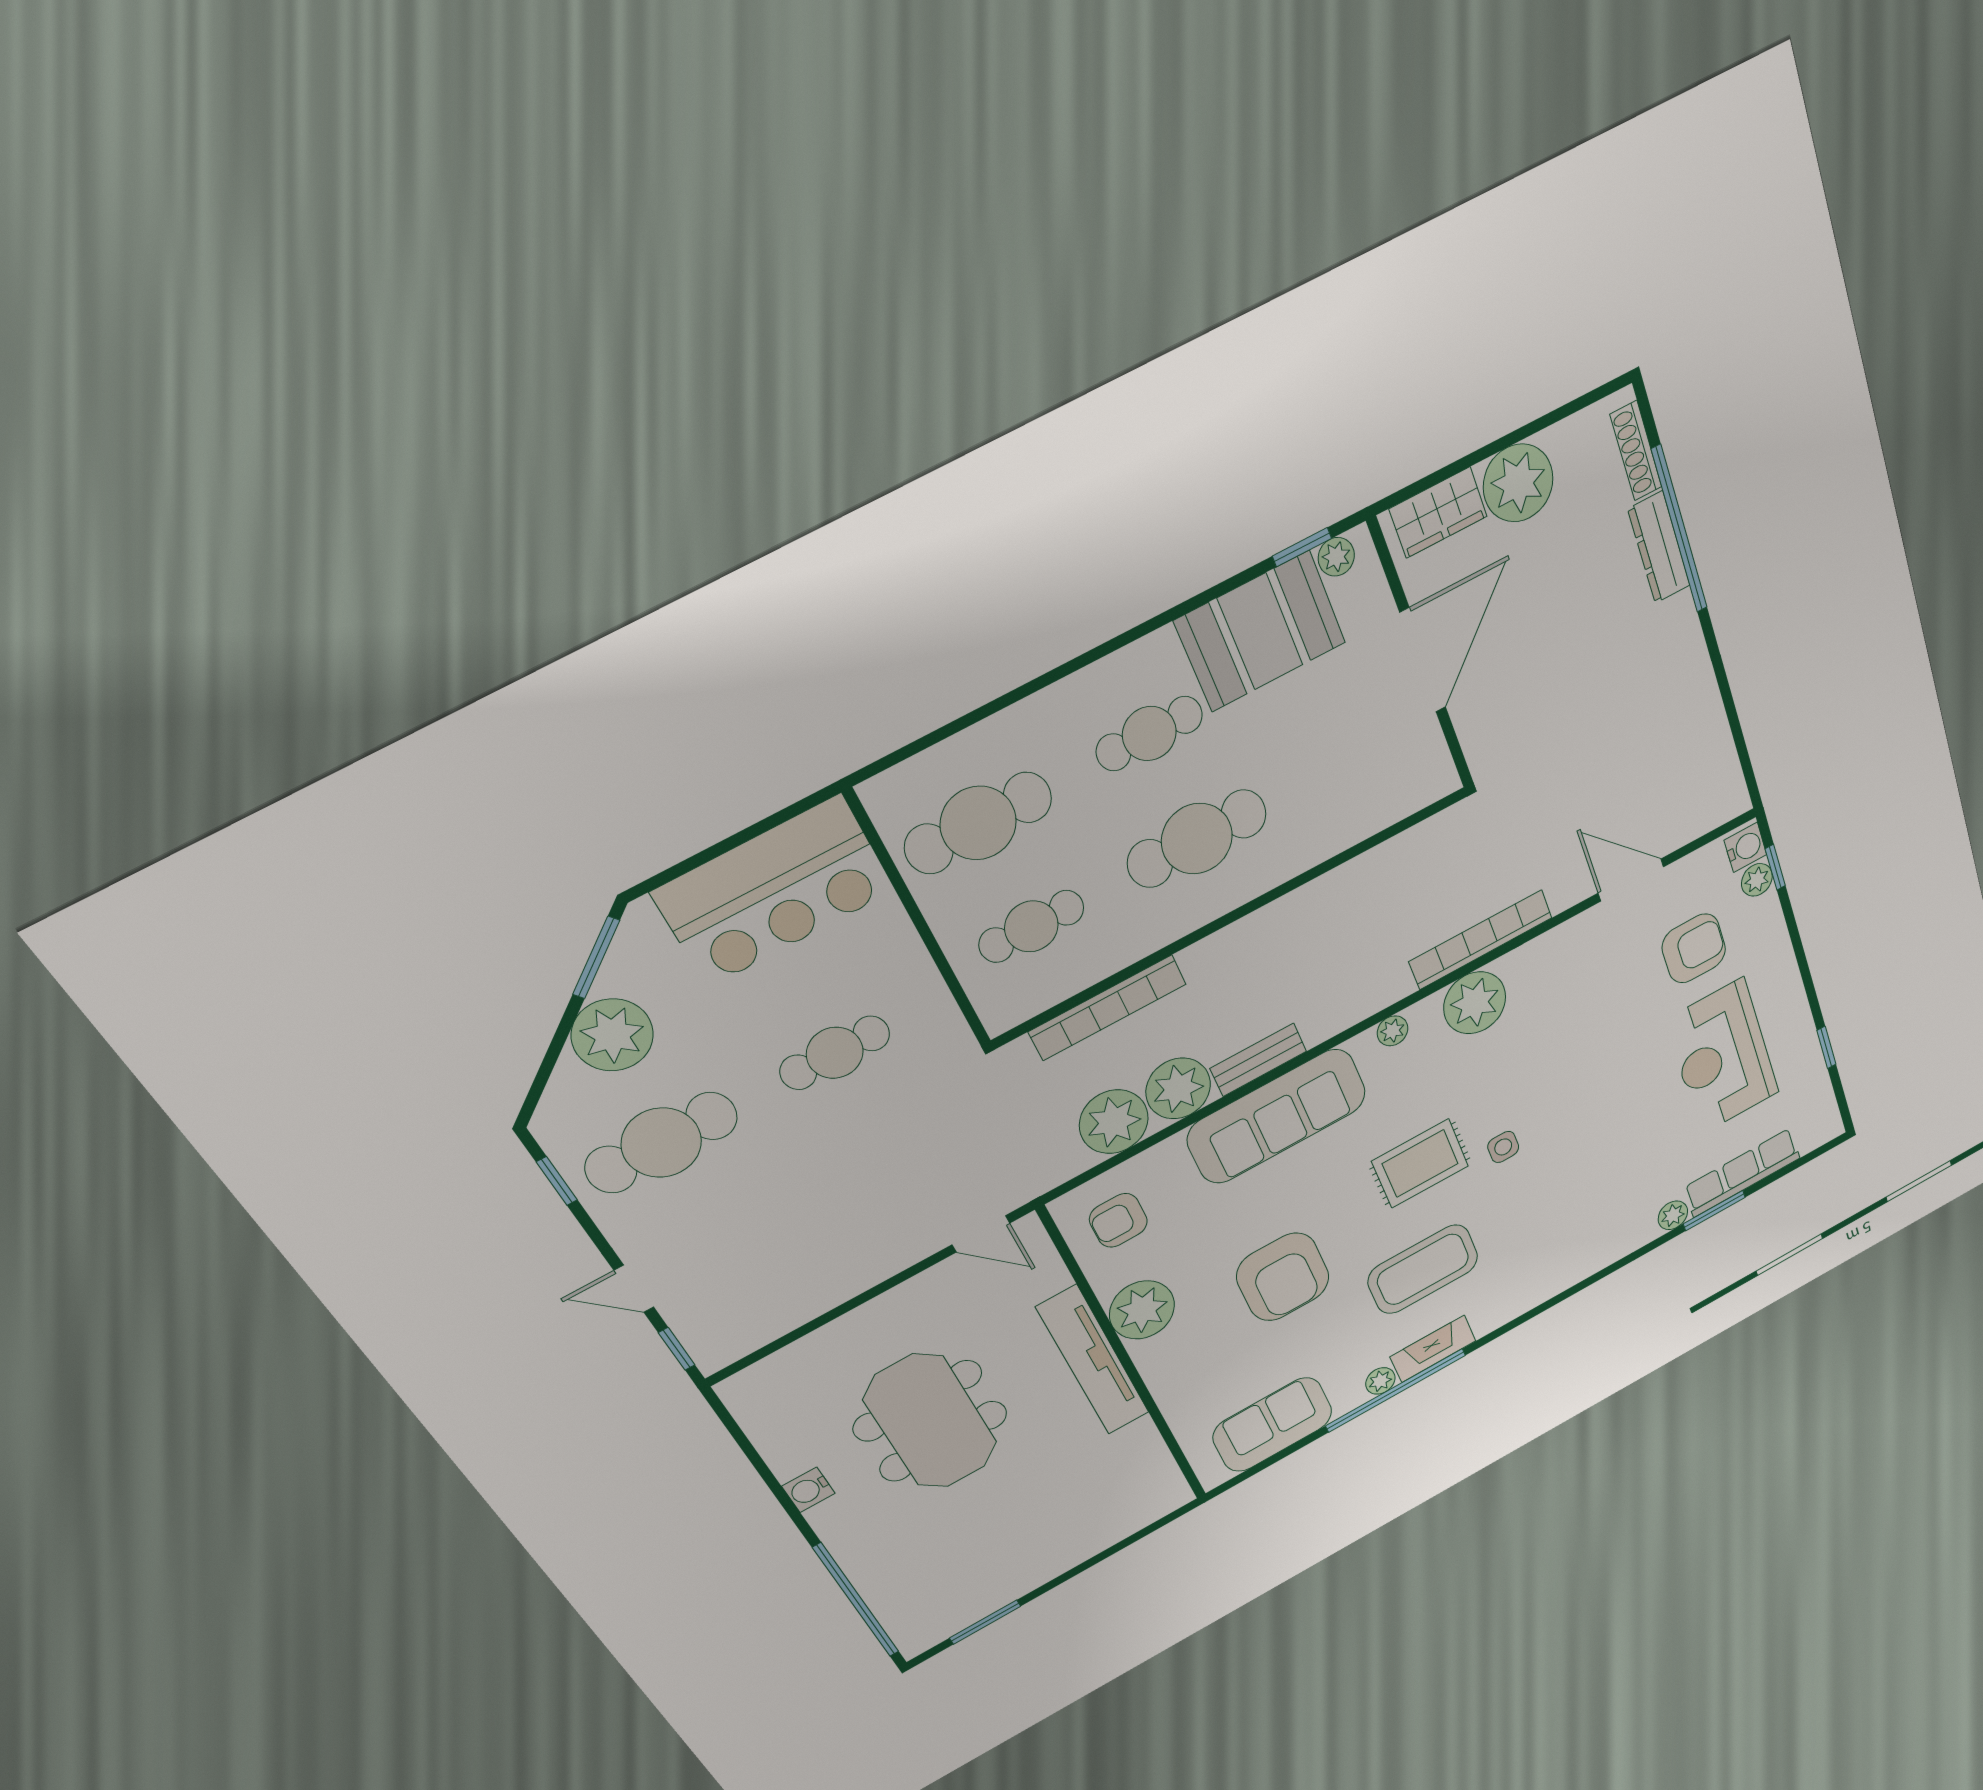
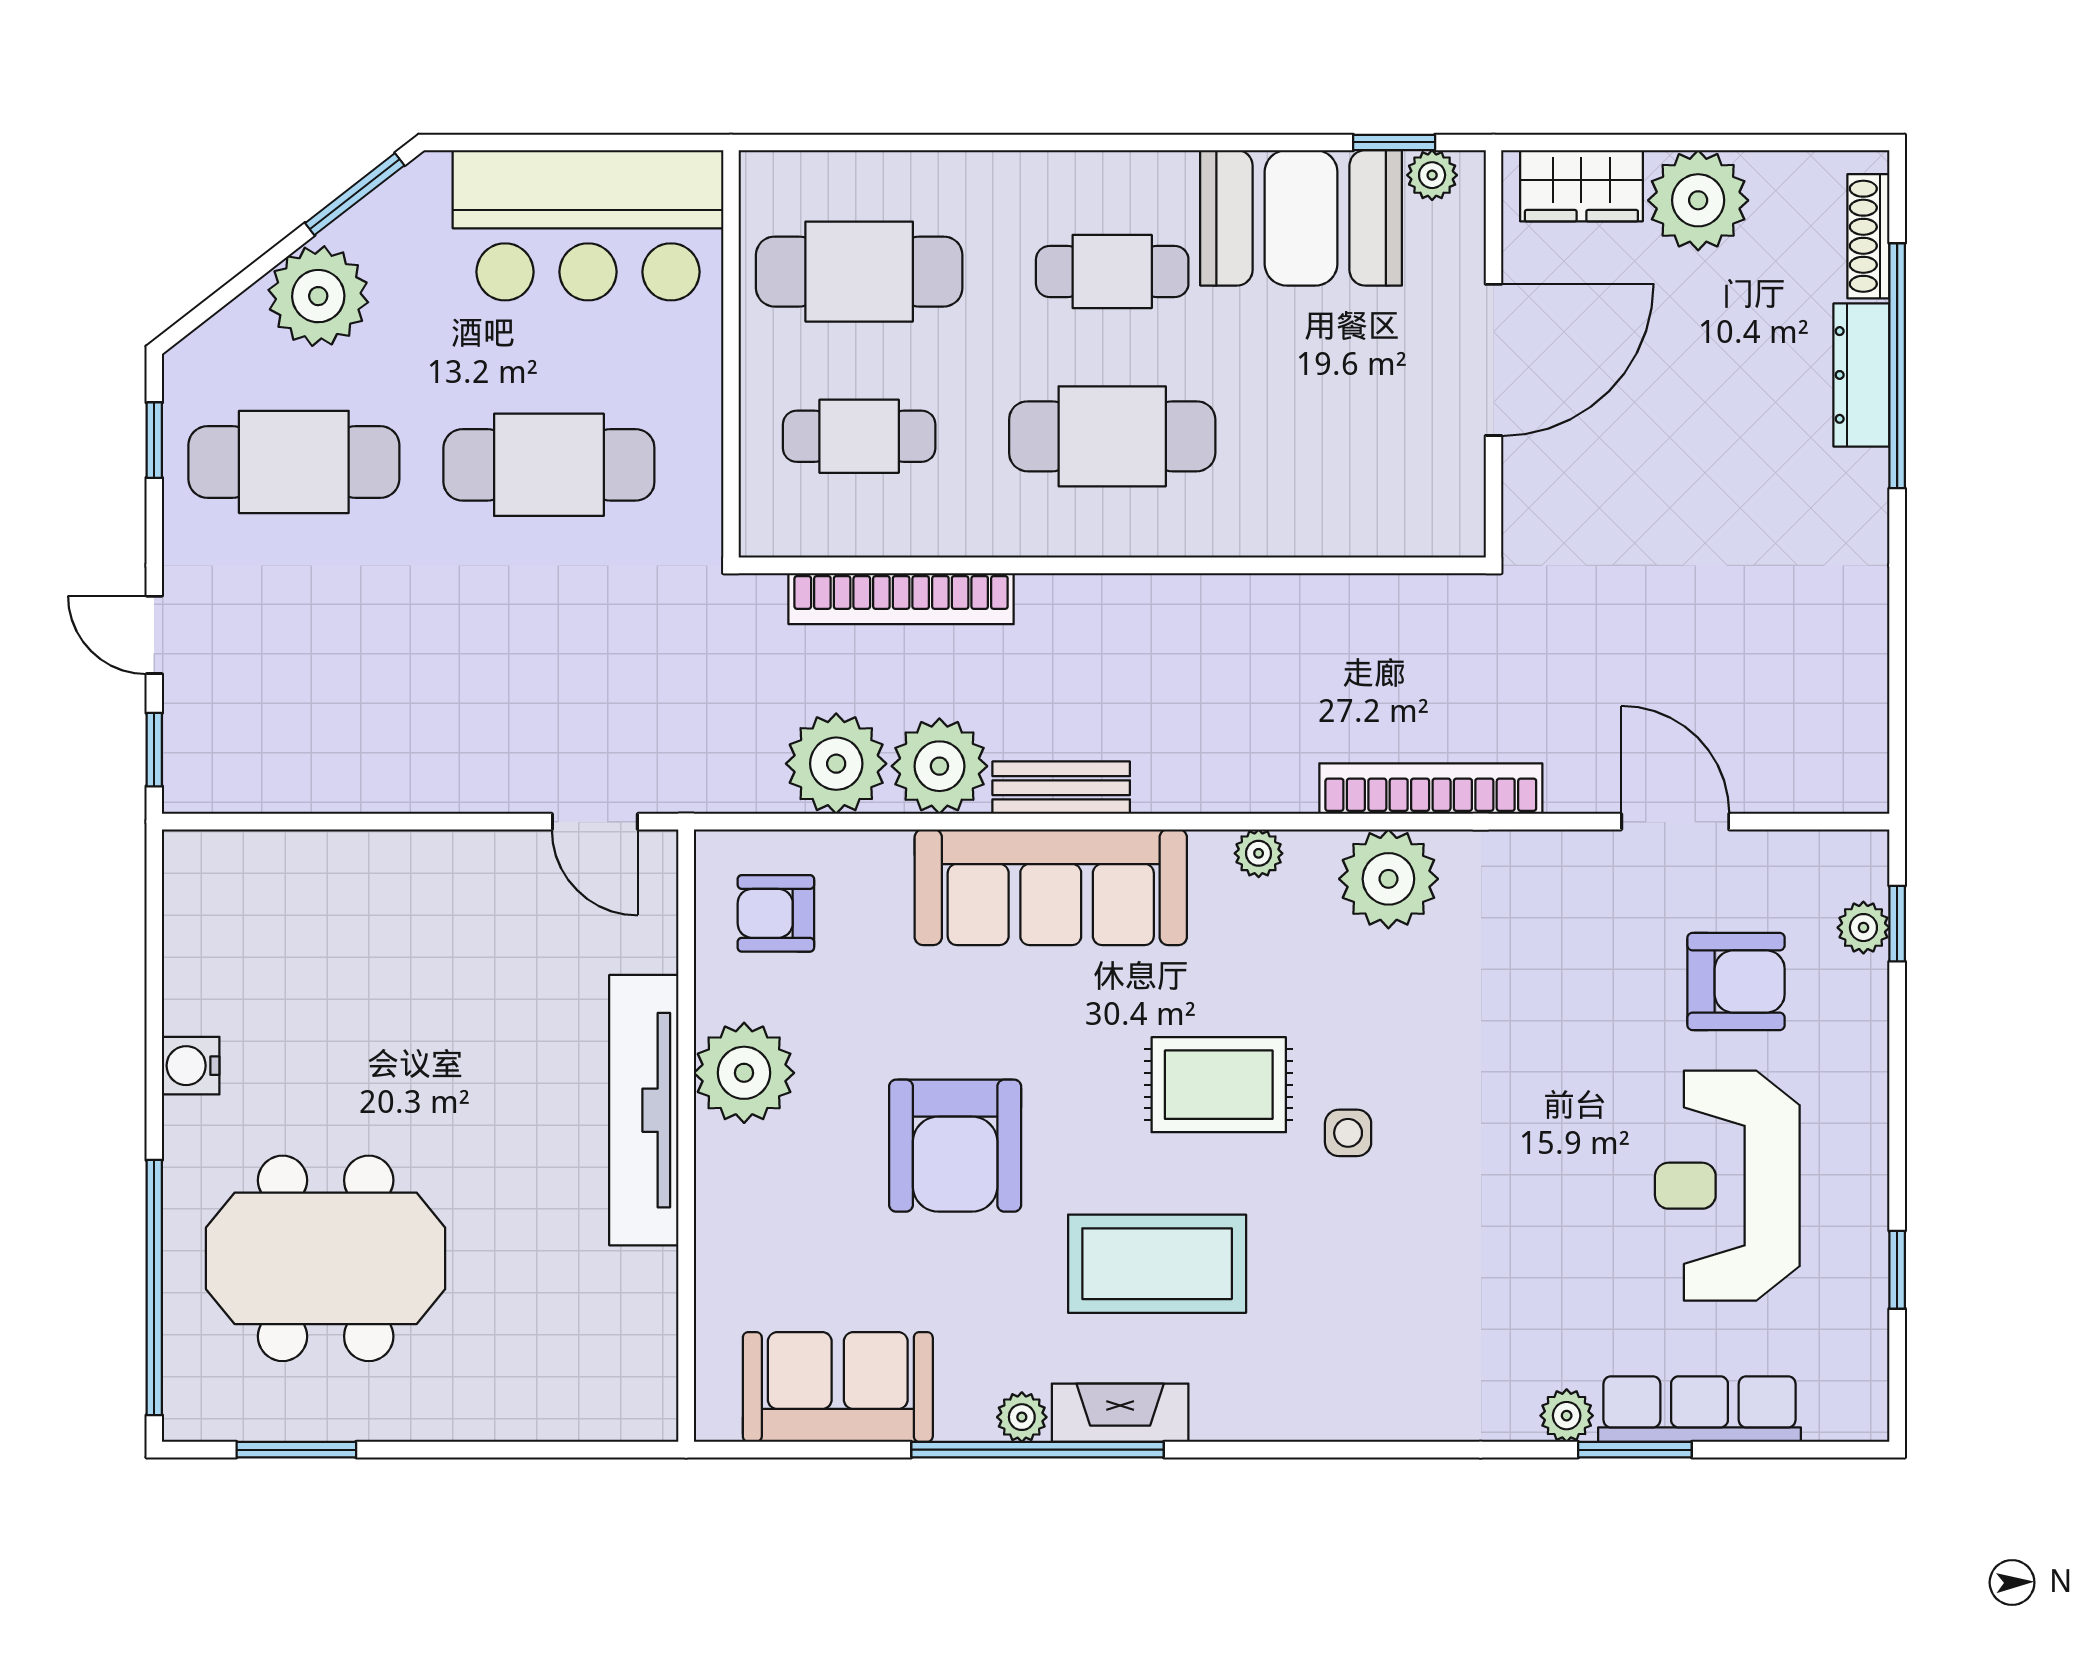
water cooler: (1745, 847) -> (1860, 867), removed
cafe table: (835, 1053) -> (549, 465), width x1.37, depth x1.35
meeting table: (931, 1421) -> (326, 1258), moved, turned 90

